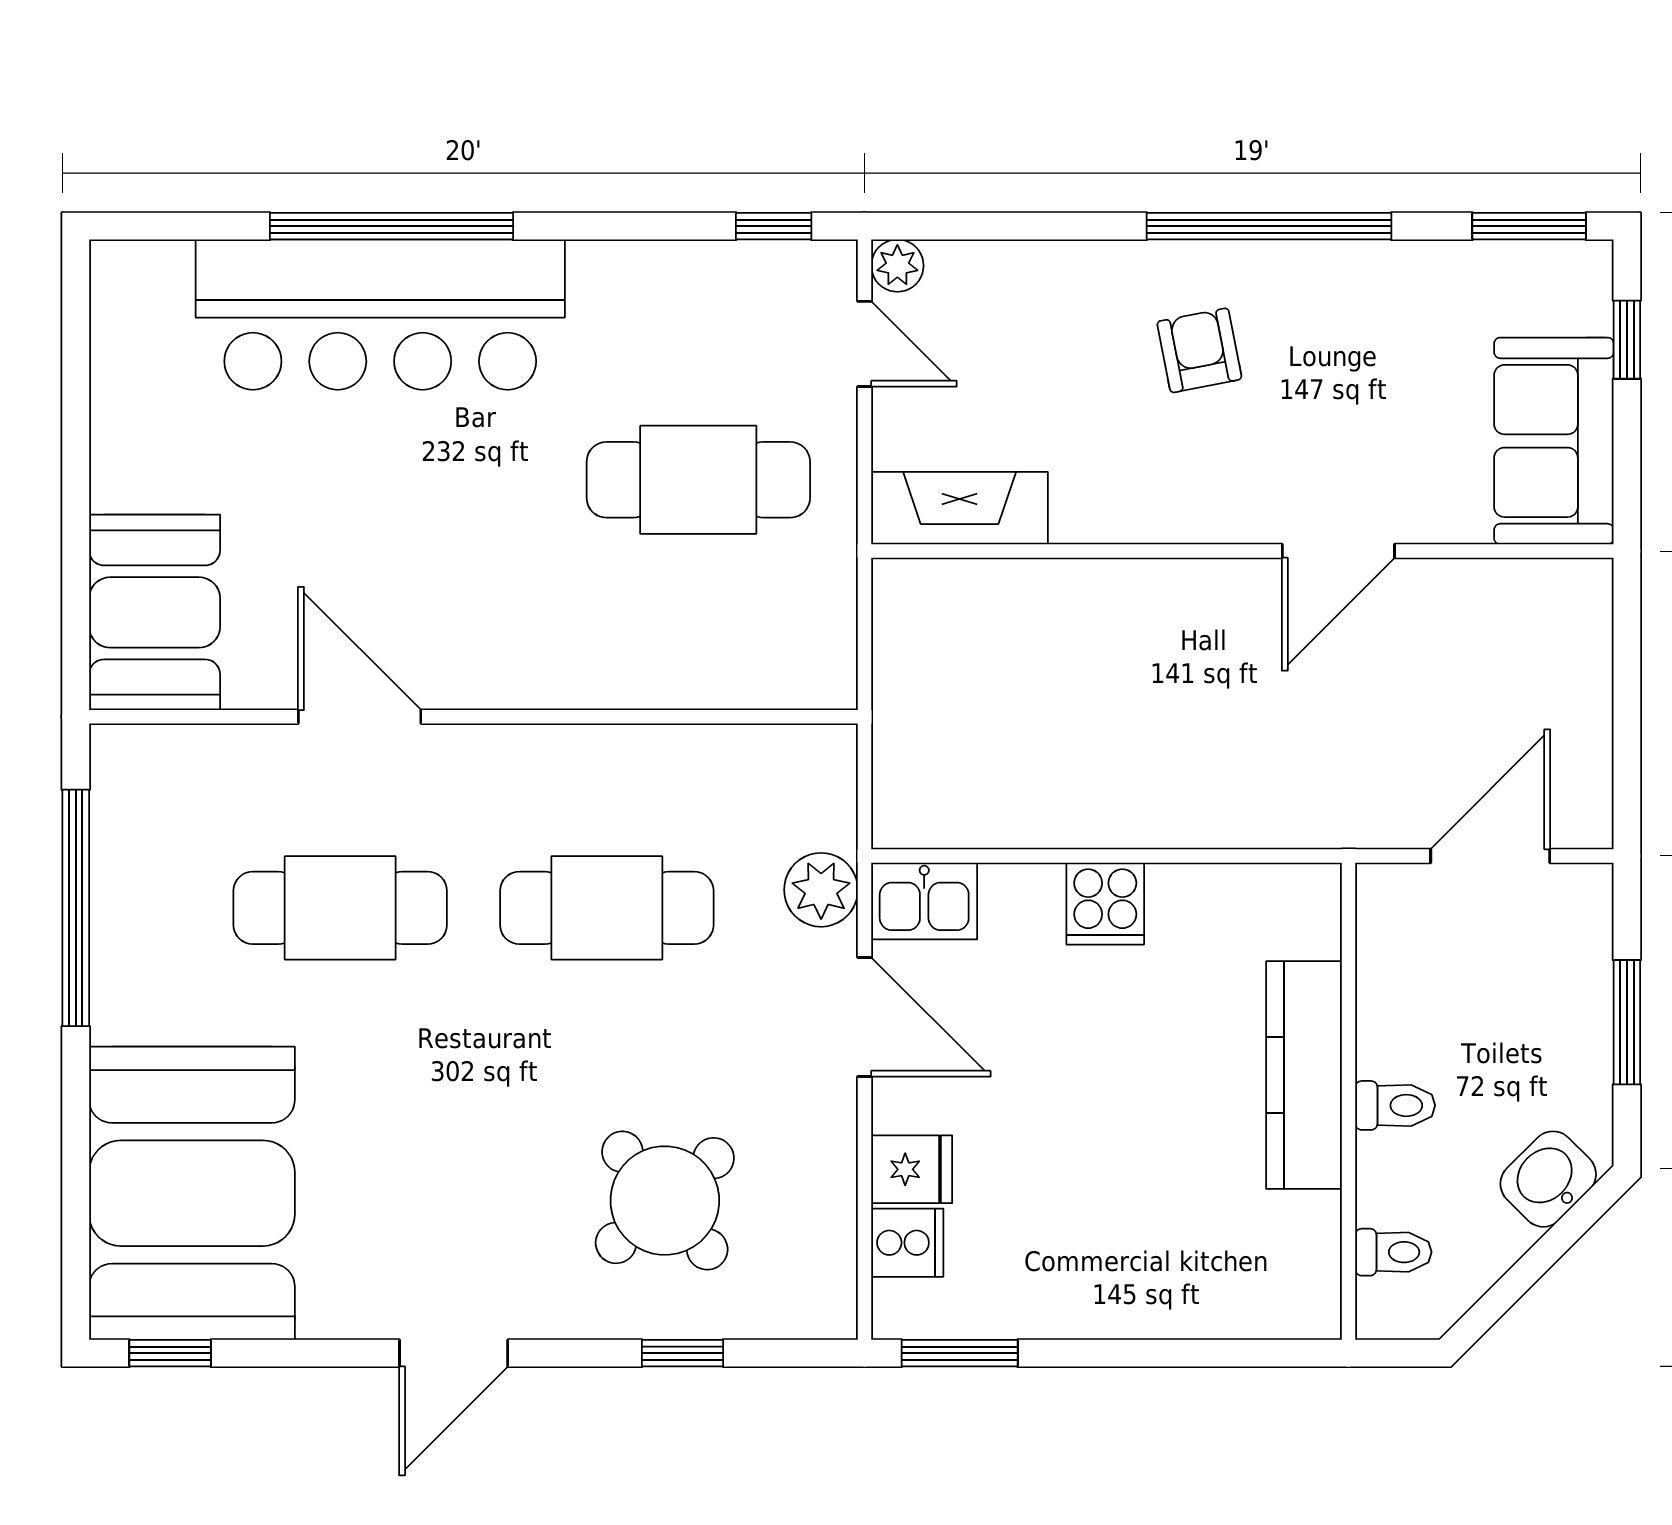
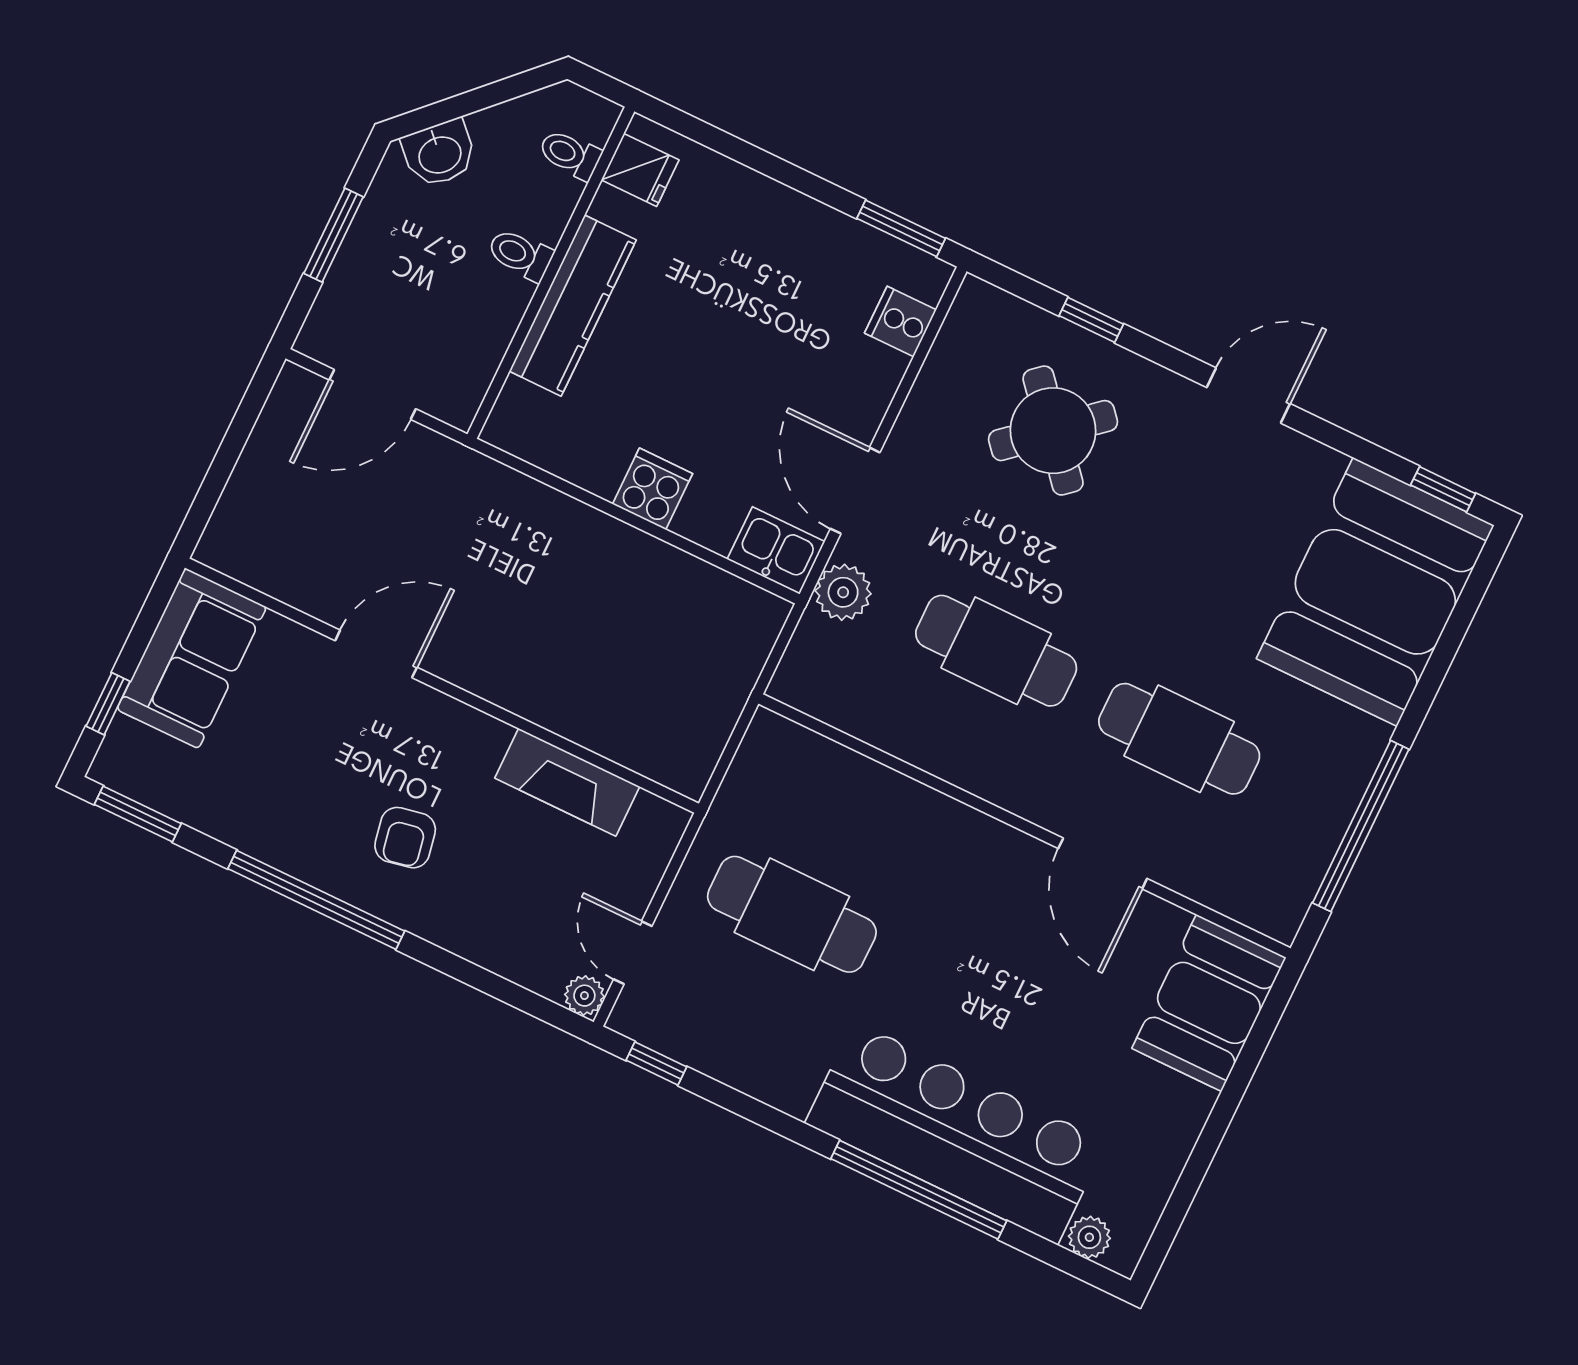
plant: (163, 267) -> (1089, 1237), added
fireplace: (960, 508) -> (567, 782), moved
fridge: (912, 1169) -> (640, 170), moved, turned 180

